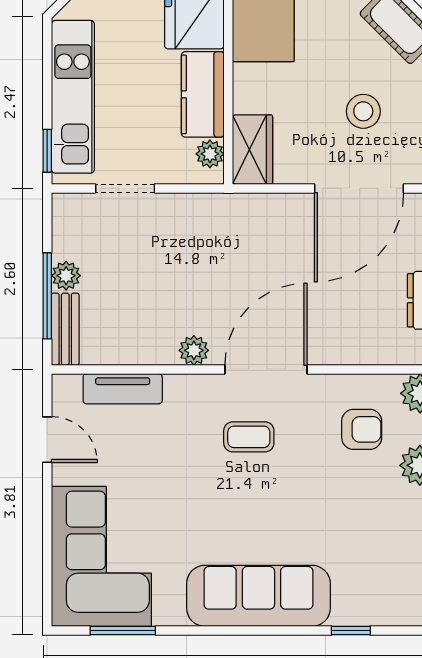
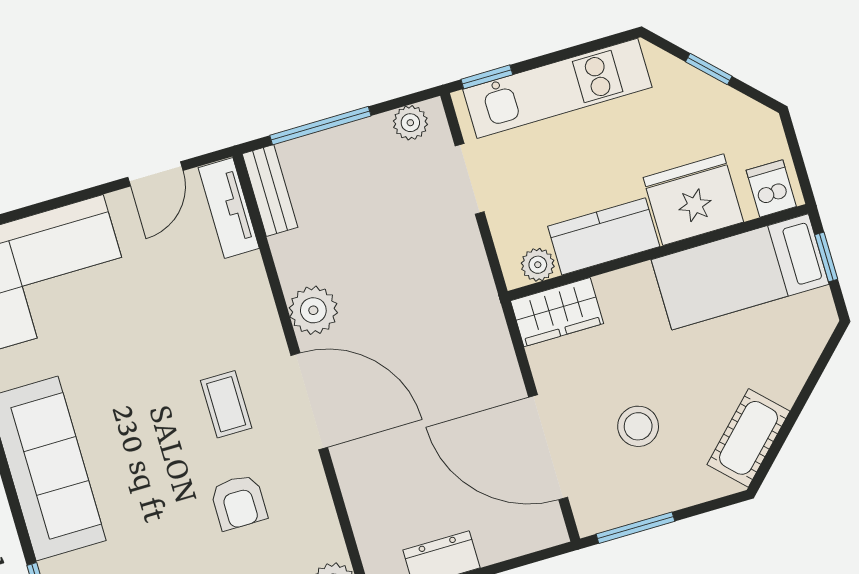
plant: (66, 276) -> (410, 123), moved
bench: (65, 329) -> (270, 191), moved, turned 90
plant: (194, 350) -> (313, 310), width x1.38, depth x1.38
tv unit: (123, 389) -> (229, 208), moved
armchair: (362, 429) -> (239, 502), moved

